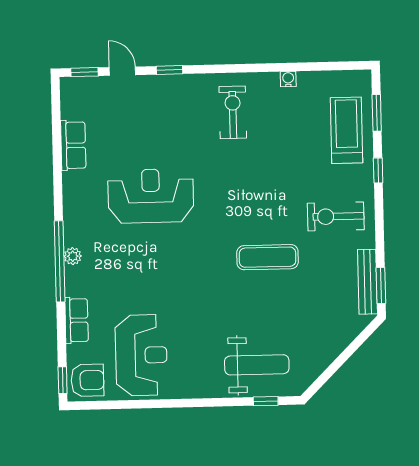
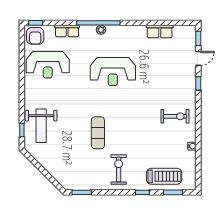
reception desk: (151, 196) -> (113, 72), moved, turned 90
bench: (367, 282) -> (84, 185), removed

